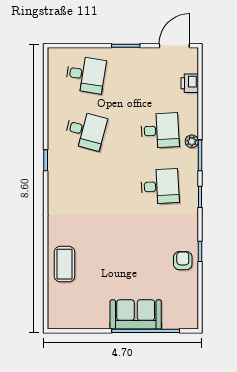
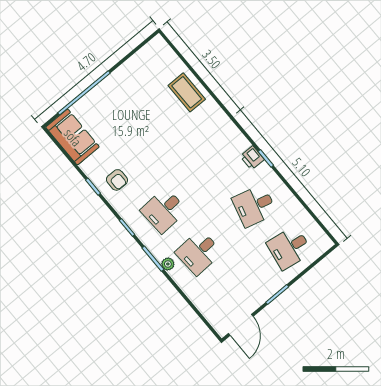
printer: (190, 83) -> (252, 158), moved, turned 180
armchair: (183, 261) -> (117, 180), moved
sofa: (136, 314) -> (73, 137), moved, turned -90

